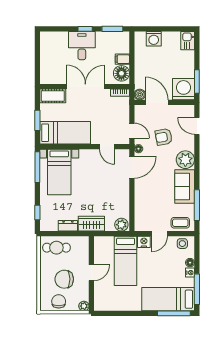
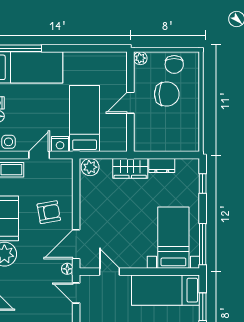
armchair: (164, 137) -> (49, 212), moved
cafe table: (56, 248) -> (177, 136), removed

